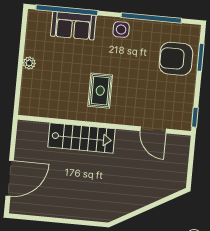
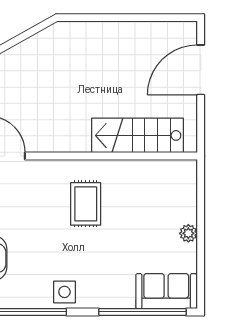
sofa: (73, 26) -> (166, 291), moved
stairs: (81, 138) -> (138, 135), moved

